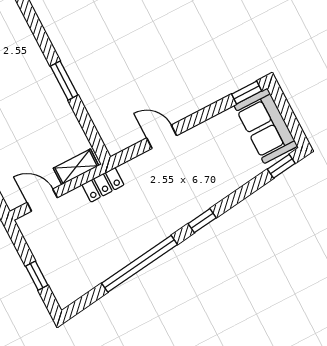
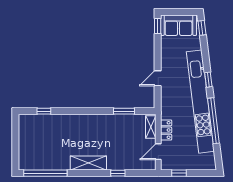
window: (64, 81) -> (124, 111), moved
locker: (103, 185) -> (166, 130), moved
kitchen unit: (160, 226) -> (200, 102), added
window: (37, 276) -> (179, 173), moved

